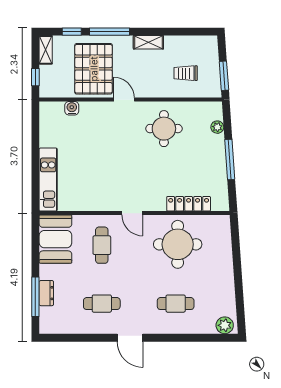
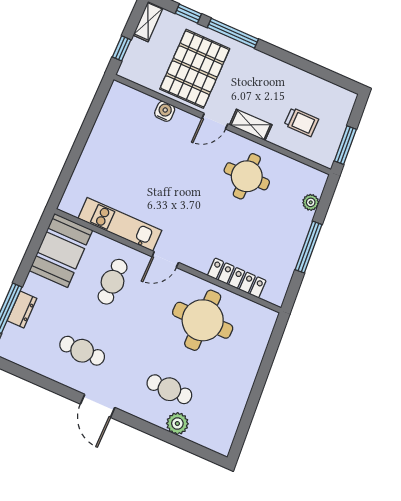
shelving: (148, 42) -> (251, 125), moved
trolley: (186, 73) -> (301, 122), turned 180
door: (124, 100) -> (215, 121), swing flipped
water cooler: (72, 108) -> (165, 111), moved
kitchen unit: (48, 180) -> (120, 224), moved, turned -90
door: (132, 213) -> (165, 260), hinge flipped
plant: (225, 325) -> (177, 424), moved

